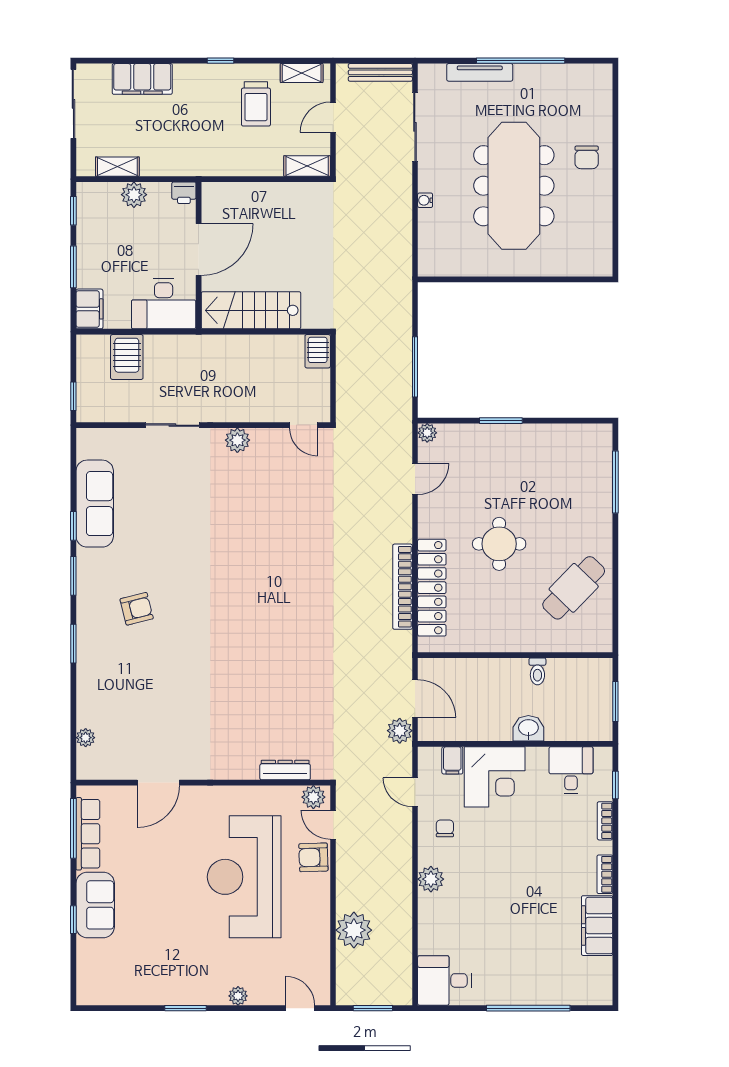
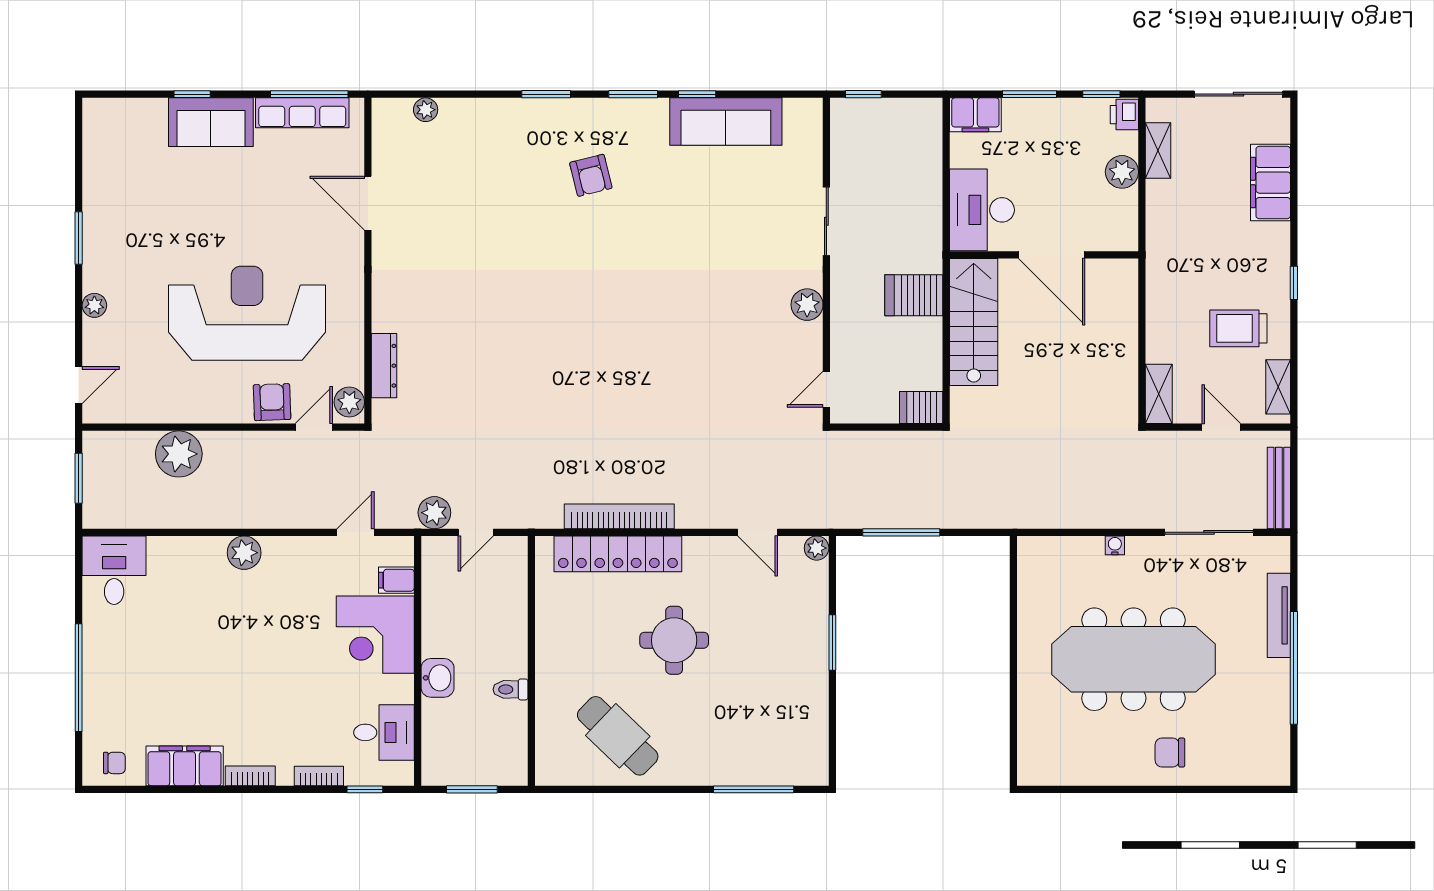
printer: (184, 193) -> (1124, 115), moved
server rack: (127, 357) -> (914, 295), moved
door: (415, 699) -> (476, 532), width x0.73
chair: (445, 828) -> (114, 763), moved

